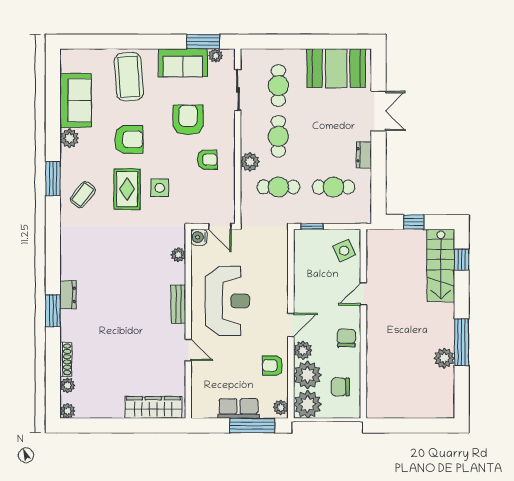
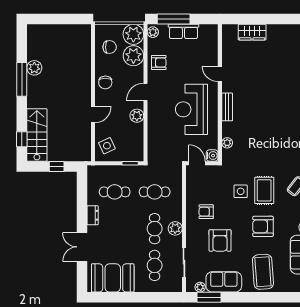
plant: (250, 162) -> (175, 228), moved
plant: (303, 350) -> (137, 116), moved
wardrobe: (153, 407) -> (252, 32), width x0.67

